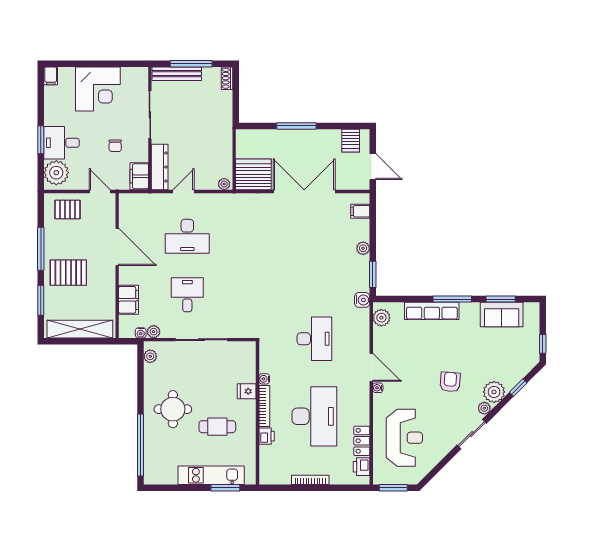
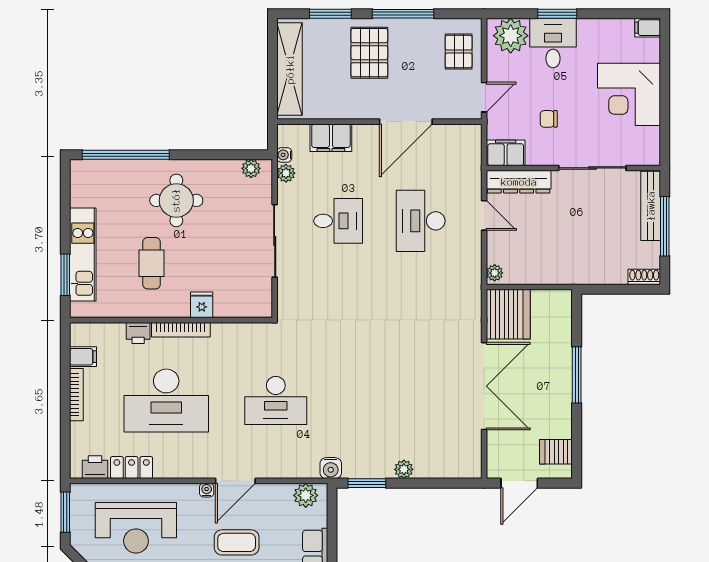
filing cabinet: (360, 211) -> (83, 357), moved, turned 90
coffee table: (415, 367) -> (237, 542), added
water cooler: (264, 379) -> (219, 330), removed

